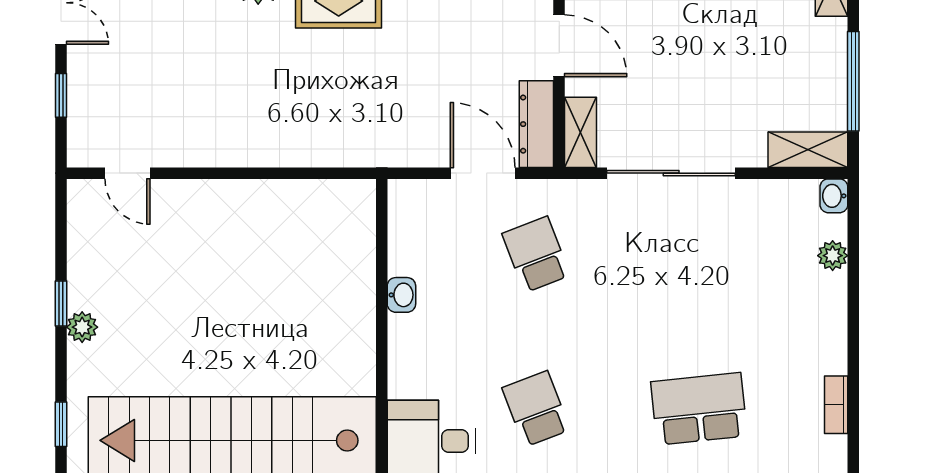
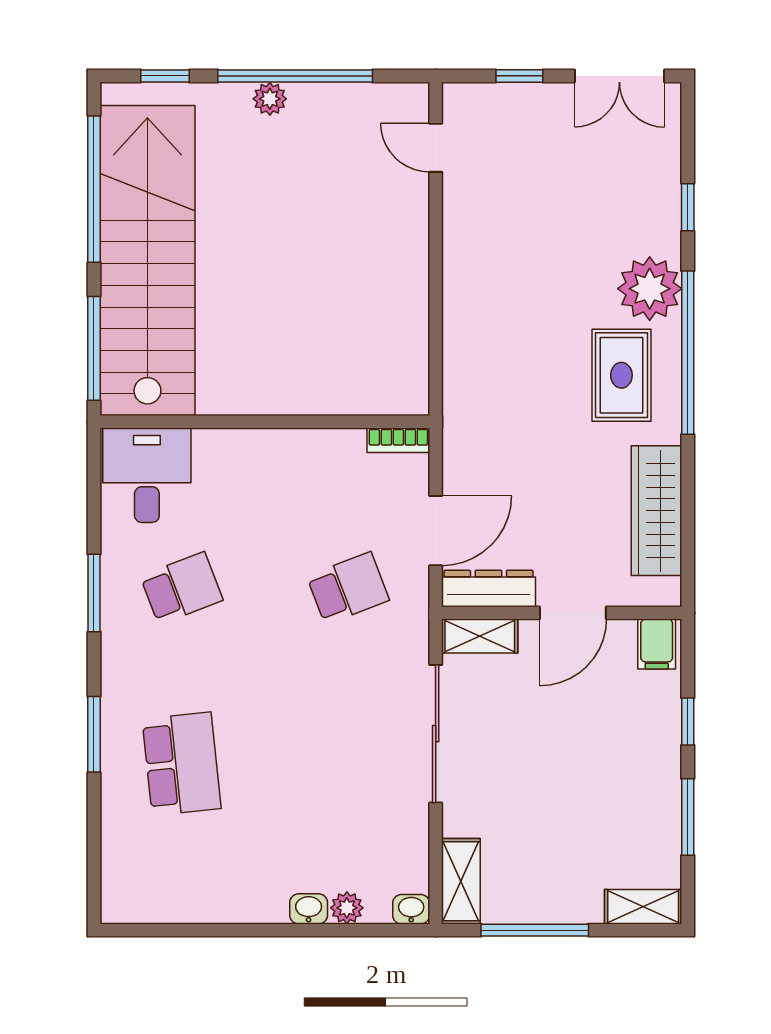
door: (127, 173) -> (436, 148), hinge flipped
washbasin: (401, 295) -> (309, 909), moved, turned 180
window: (61, 303) -> (295, 76), width x3.17
bookcase: (836, 405) -> (398, 440), moved, turned 180

